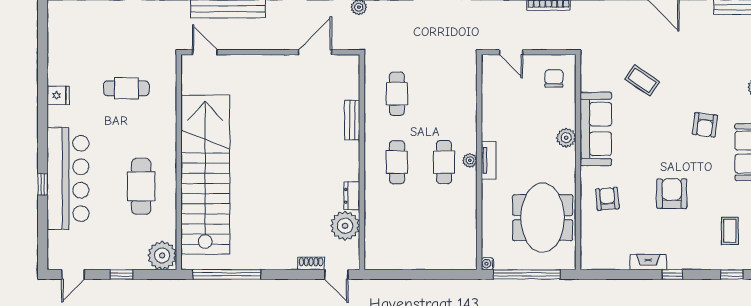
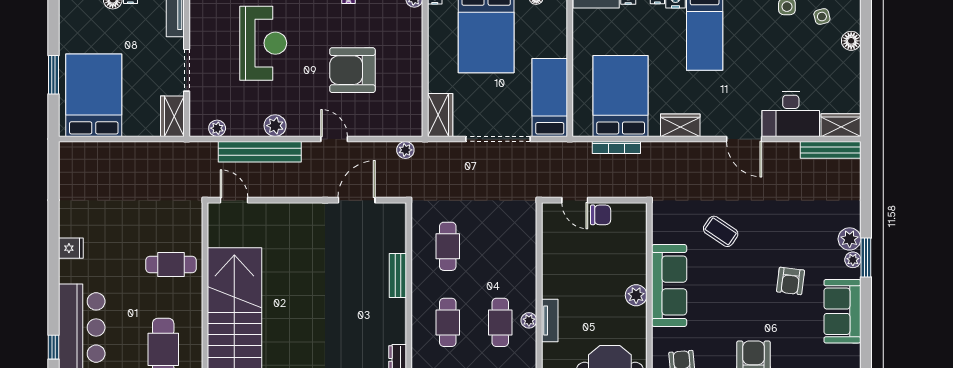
chair: (554, 78) -> (601, 215), moved, turned 90
cafe table: (126, 88) -> (171, 264), moved

